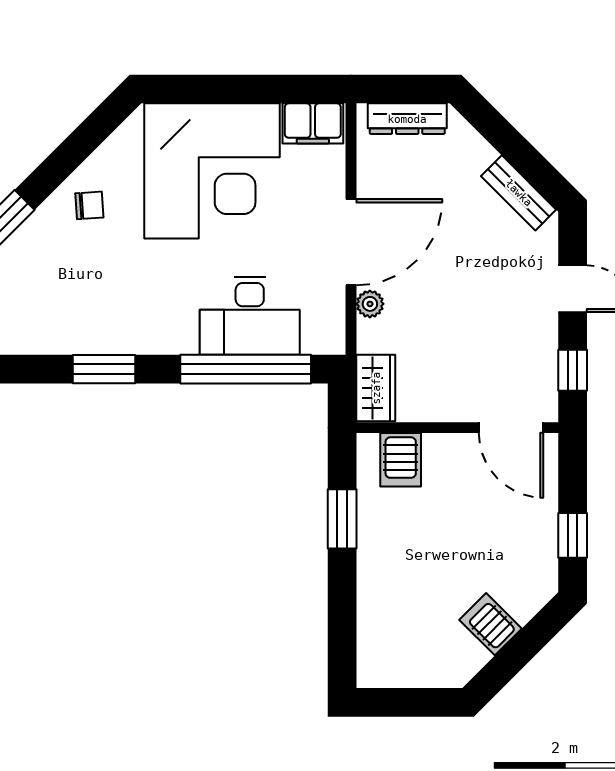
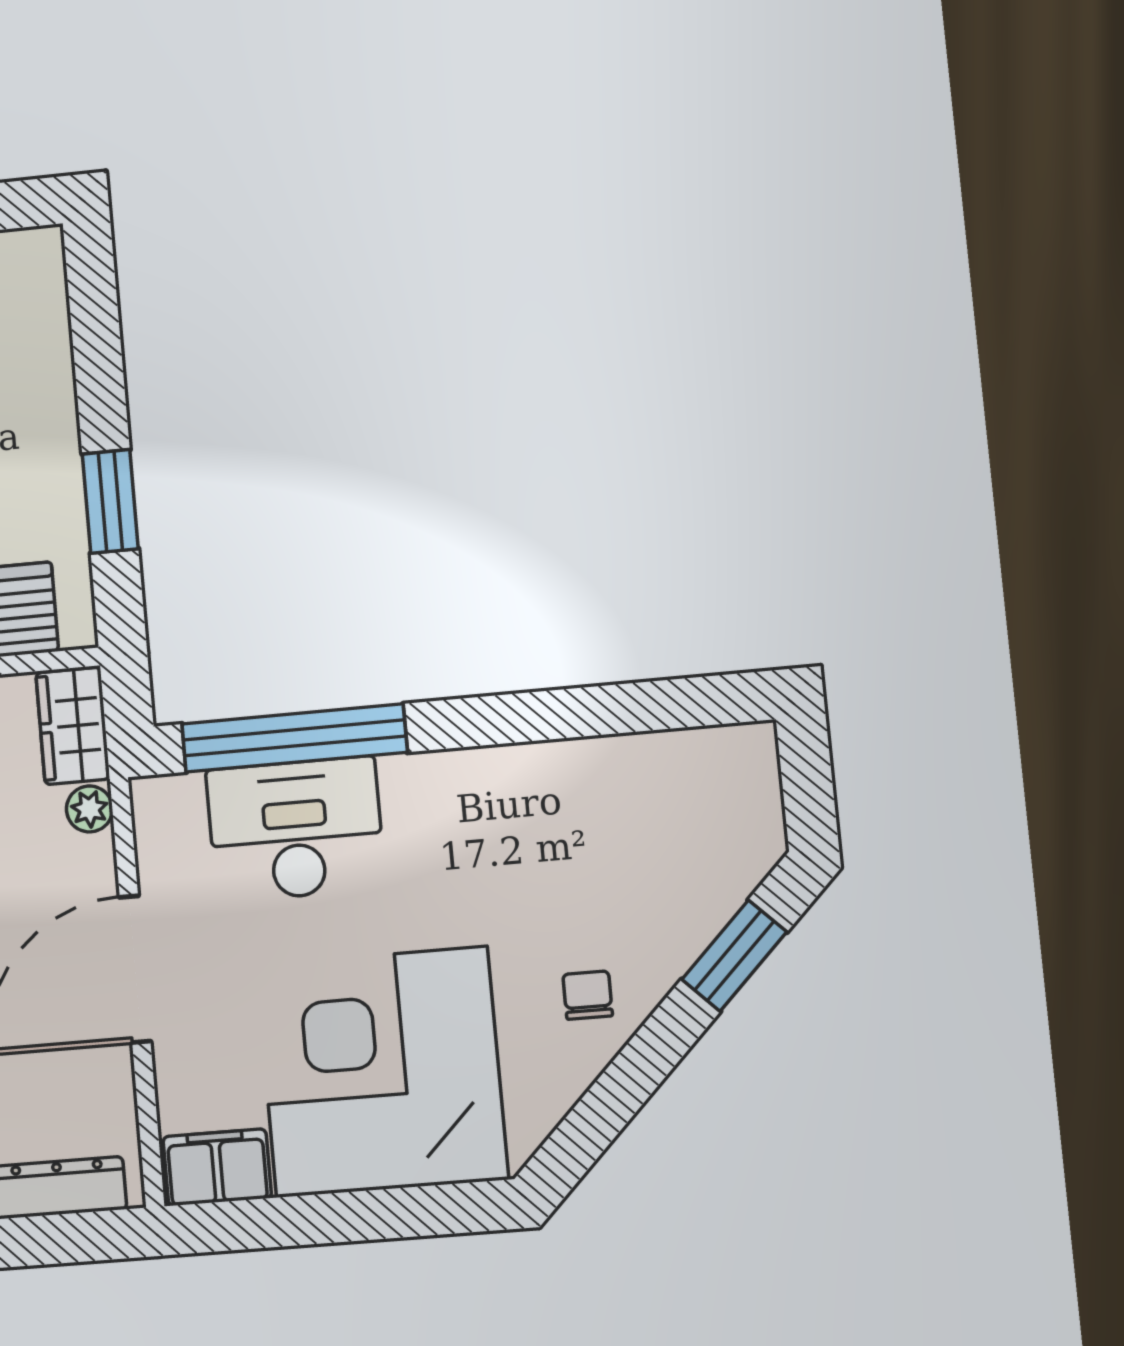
chair: (89, 205) -> (588, 995), turned 94
plant: (370, 304) -> (89, 809), moved
window: (104, 369) -> (536, 716), removed

